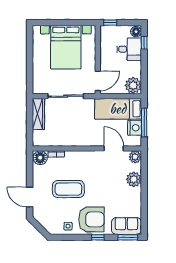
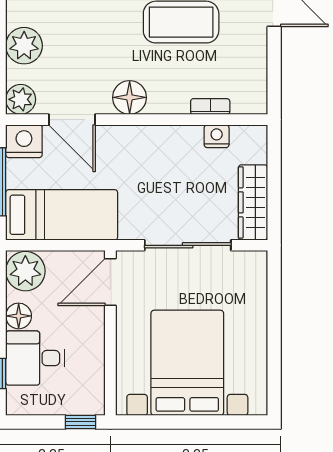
floor lamp: (136, 32) -> (19, 316), moved
nightstand: (135, 128) -> (24, 141), moved, turned 90
nightstand: (54, 142) -> (217, 136), added
floor lamp: (40, 158) -> (130, 97), moved

